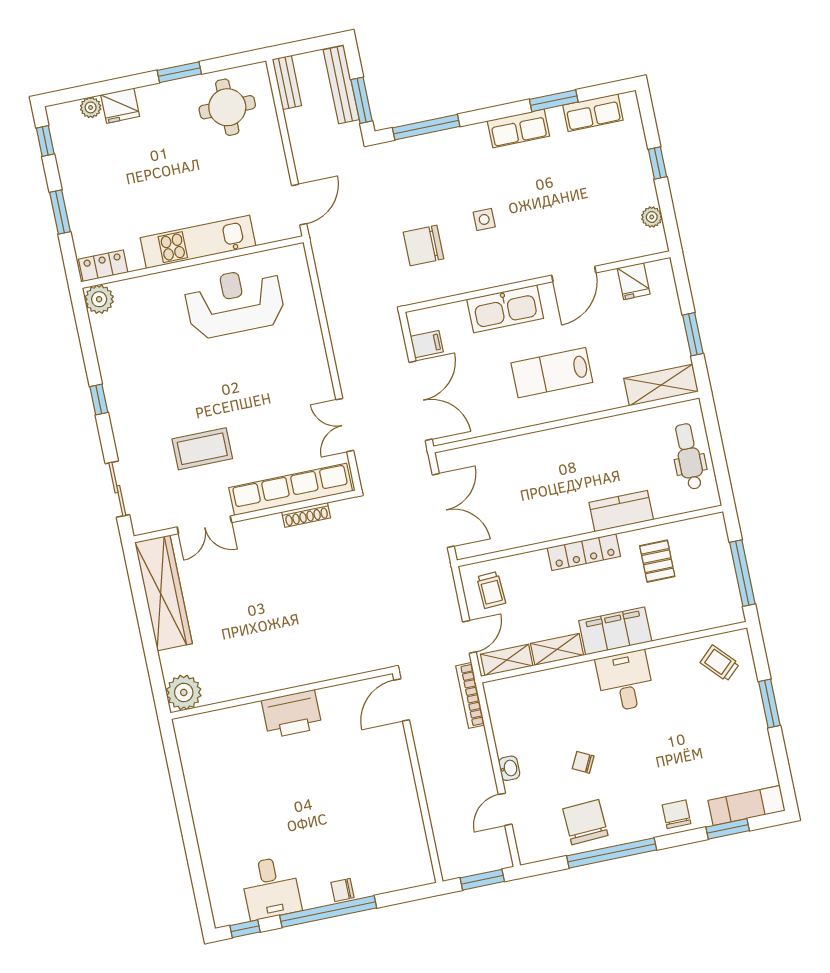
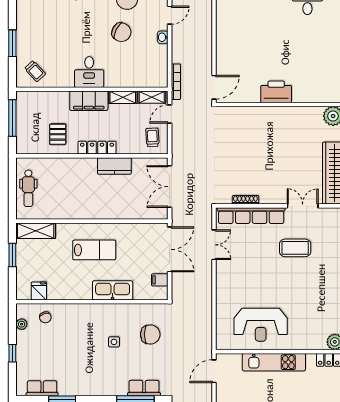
row of seats: (518, 128) -> (144, 388), moved
chair: (613, 237) -> (45, 317), added
door: (574, 274) -> (71, 302), removed
double door: (421, 401) -> (170, 249), swing flipped
kitchen counter: (621, 511) -> (114, 166), moved
chair: (583, 762) -> (121, 32), width x1.87, depth x1.87

